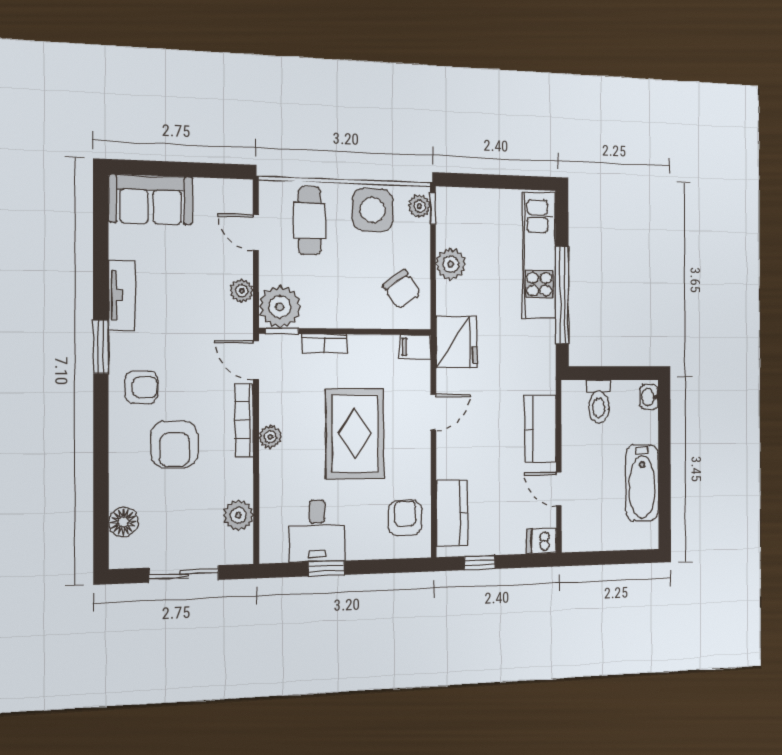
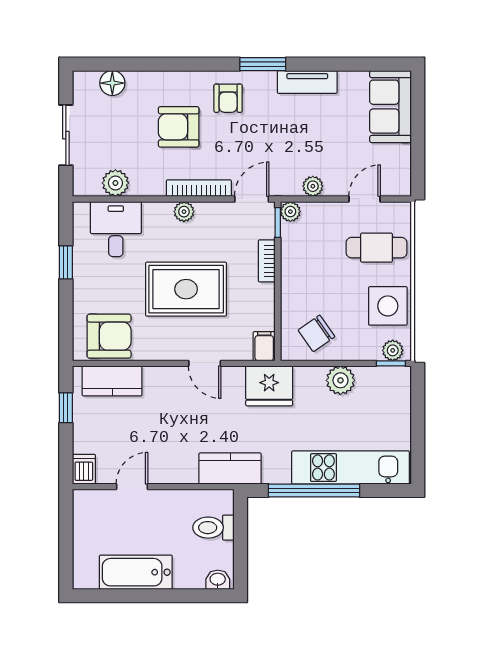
plant: (280, 307) -> (290, 212), width x0.53, depth x0.53
kitchen counter: (541, 429) -> (230, 468), moved
armchair: (405, 518) -> (109, 336), width x1.38, depth x1.38
desk: (317, 531) -> (116, 229), moved, turned 90

